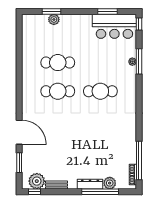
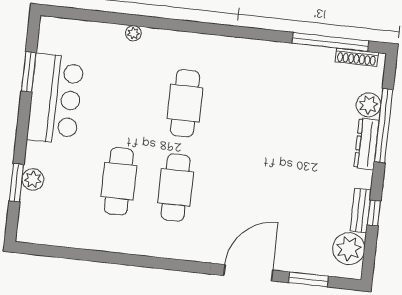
window: (139, 24) -> (60, 12), removed
bar counter: (114, 26) -> (55, 99), moved
window: (139, 61) -> (134, 20), removed
window: (34, 192) -> (374, 213), moved

